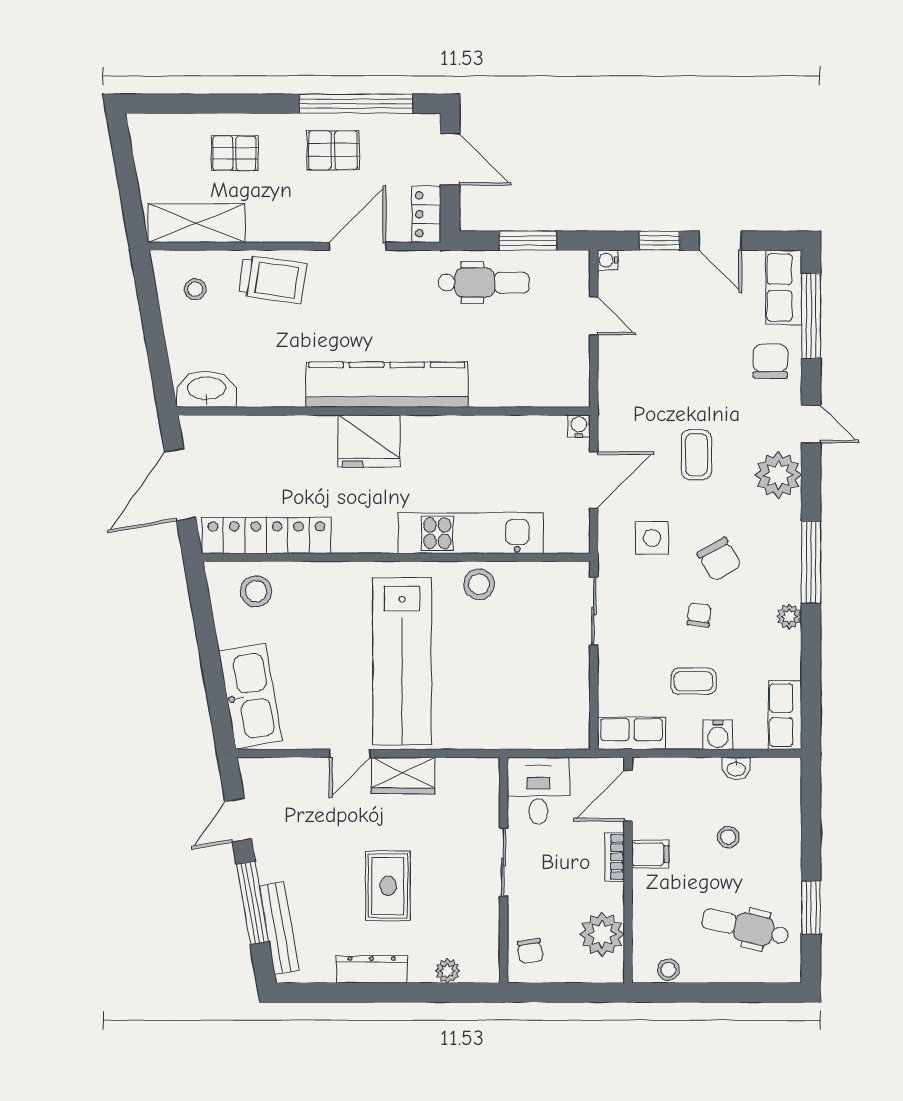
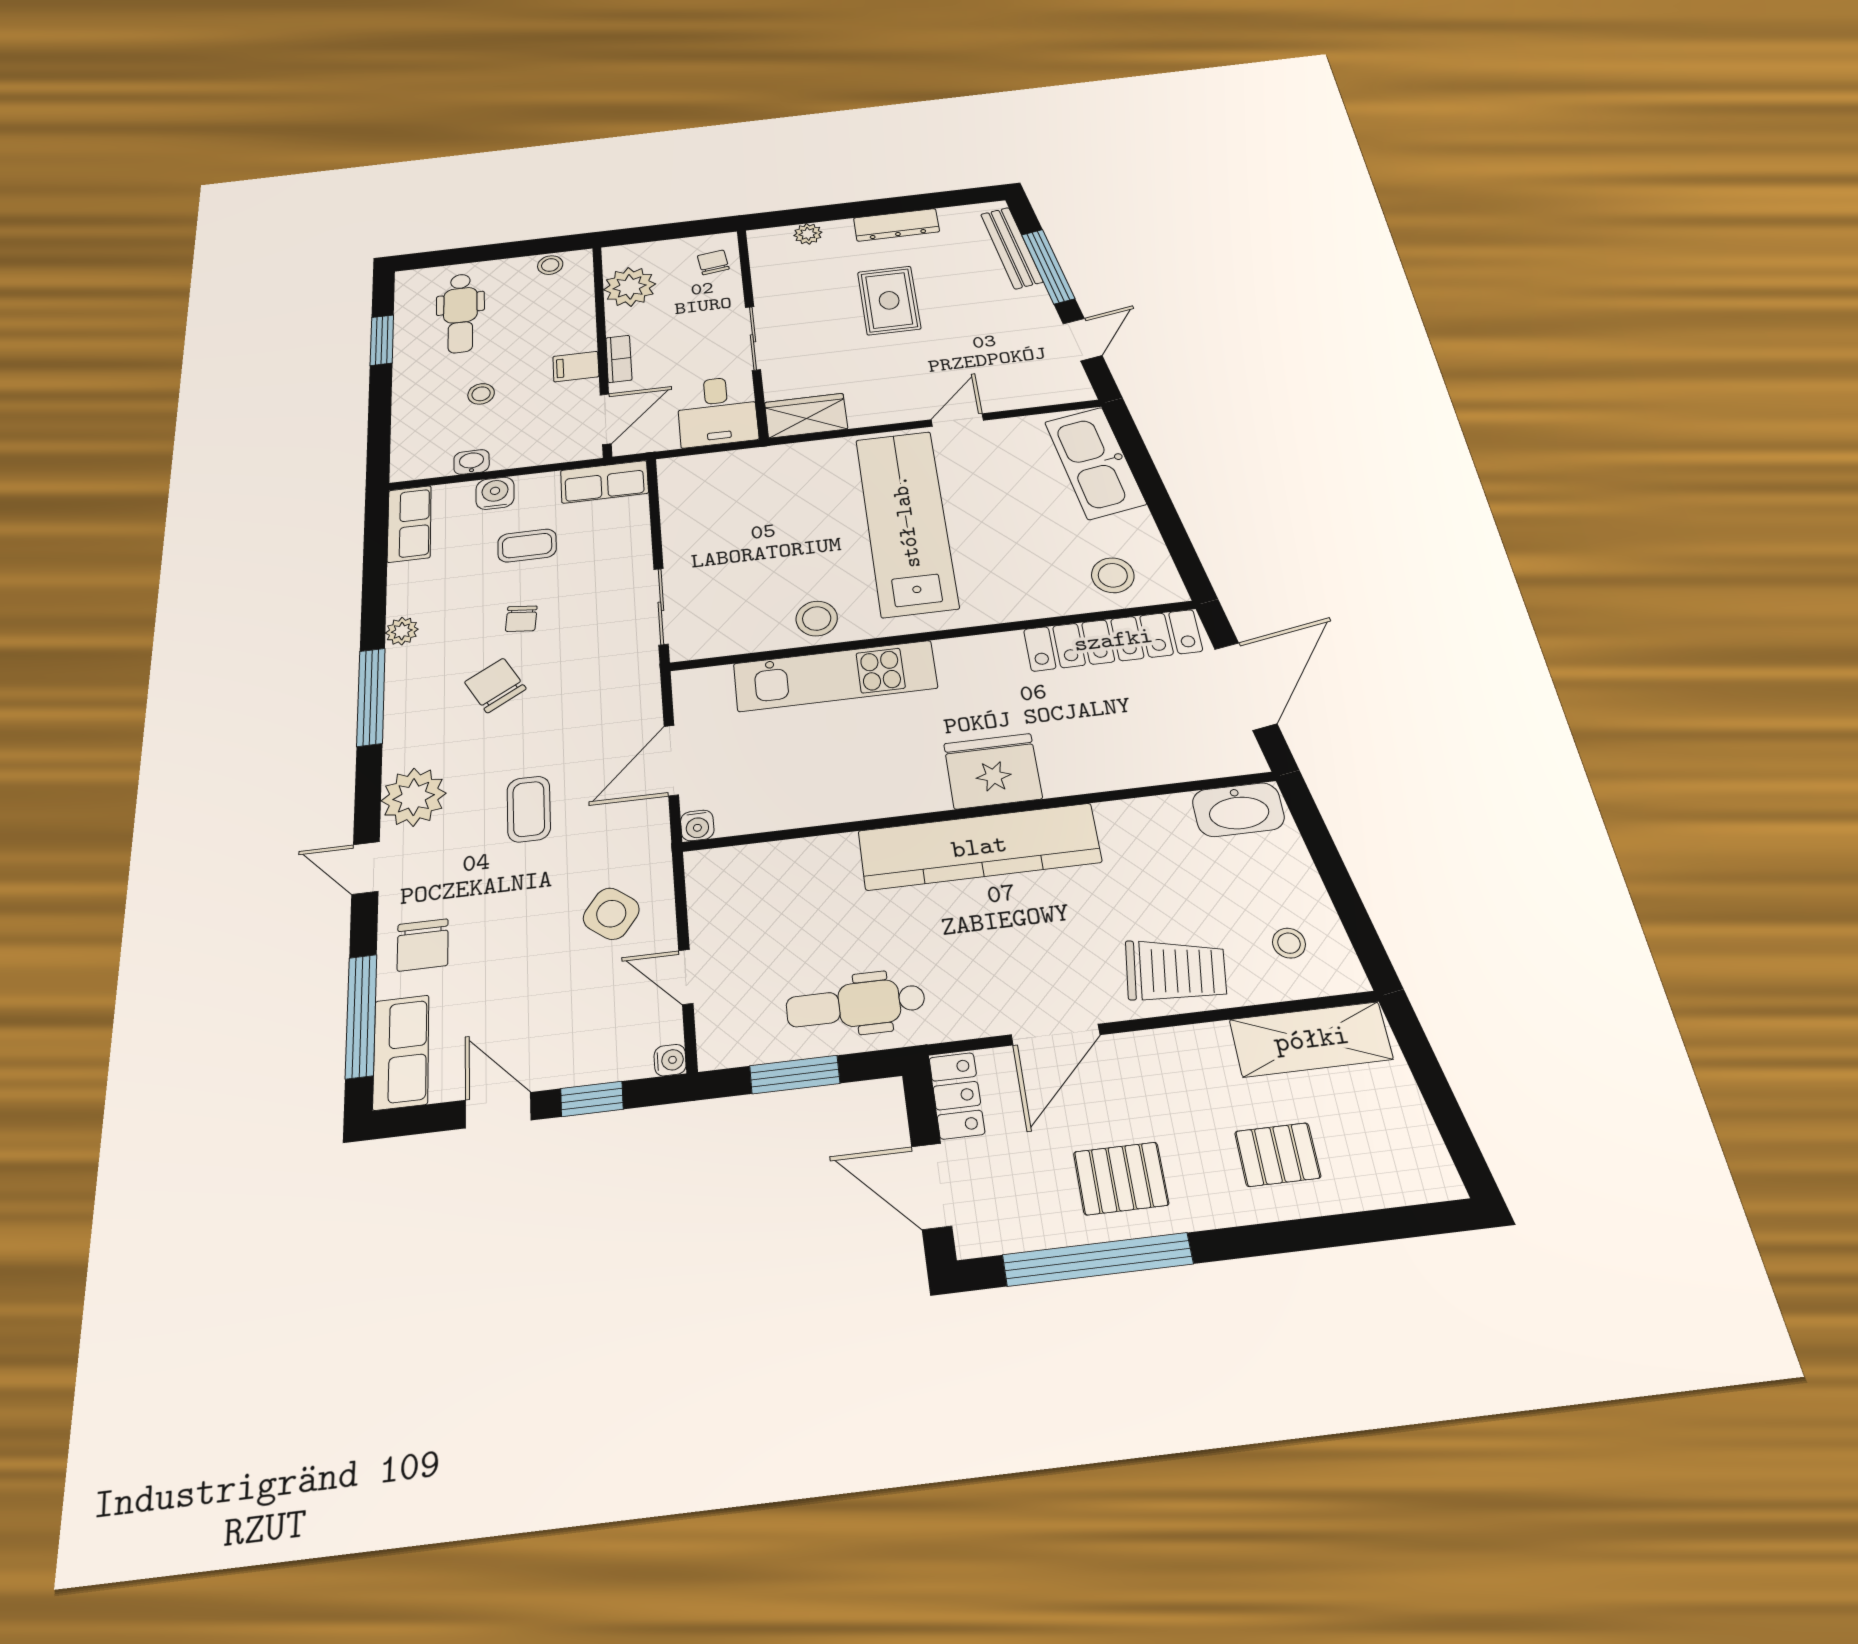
trolley: (272, 279) -> (1176, 971), turned 180
side table: (652, 538) -> (611, 914), moved, turned 37
wardrobe: (403, 776) -> (806, 416), moved
dental chair: (745, 927) -> (460, 313), turned 77

